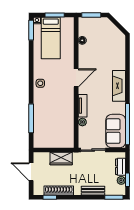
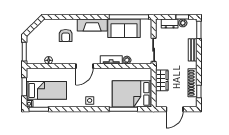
armchair: (108, 58) -> (66, 36), added
door: (76, 78) -> (84, 66), swing flipped
bed: (47, 127) -> (132, 94), added
sofa: (116, 131) -> (124, 28), moved

